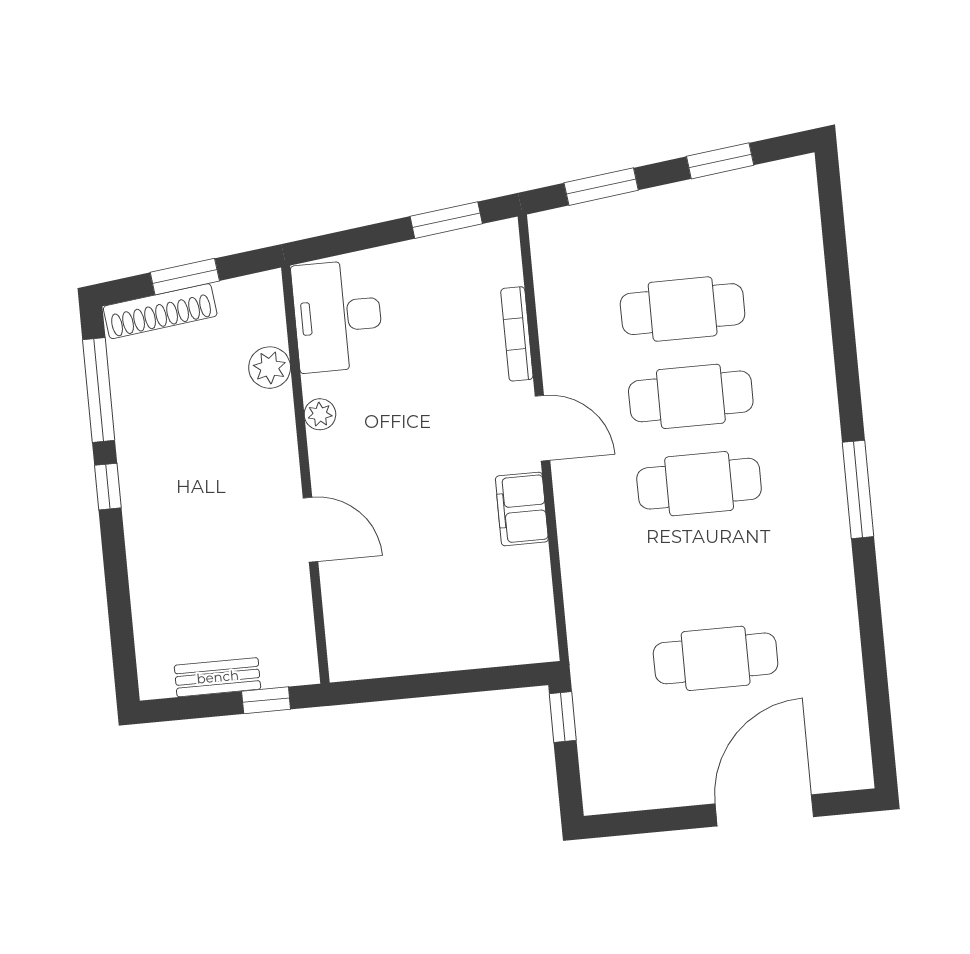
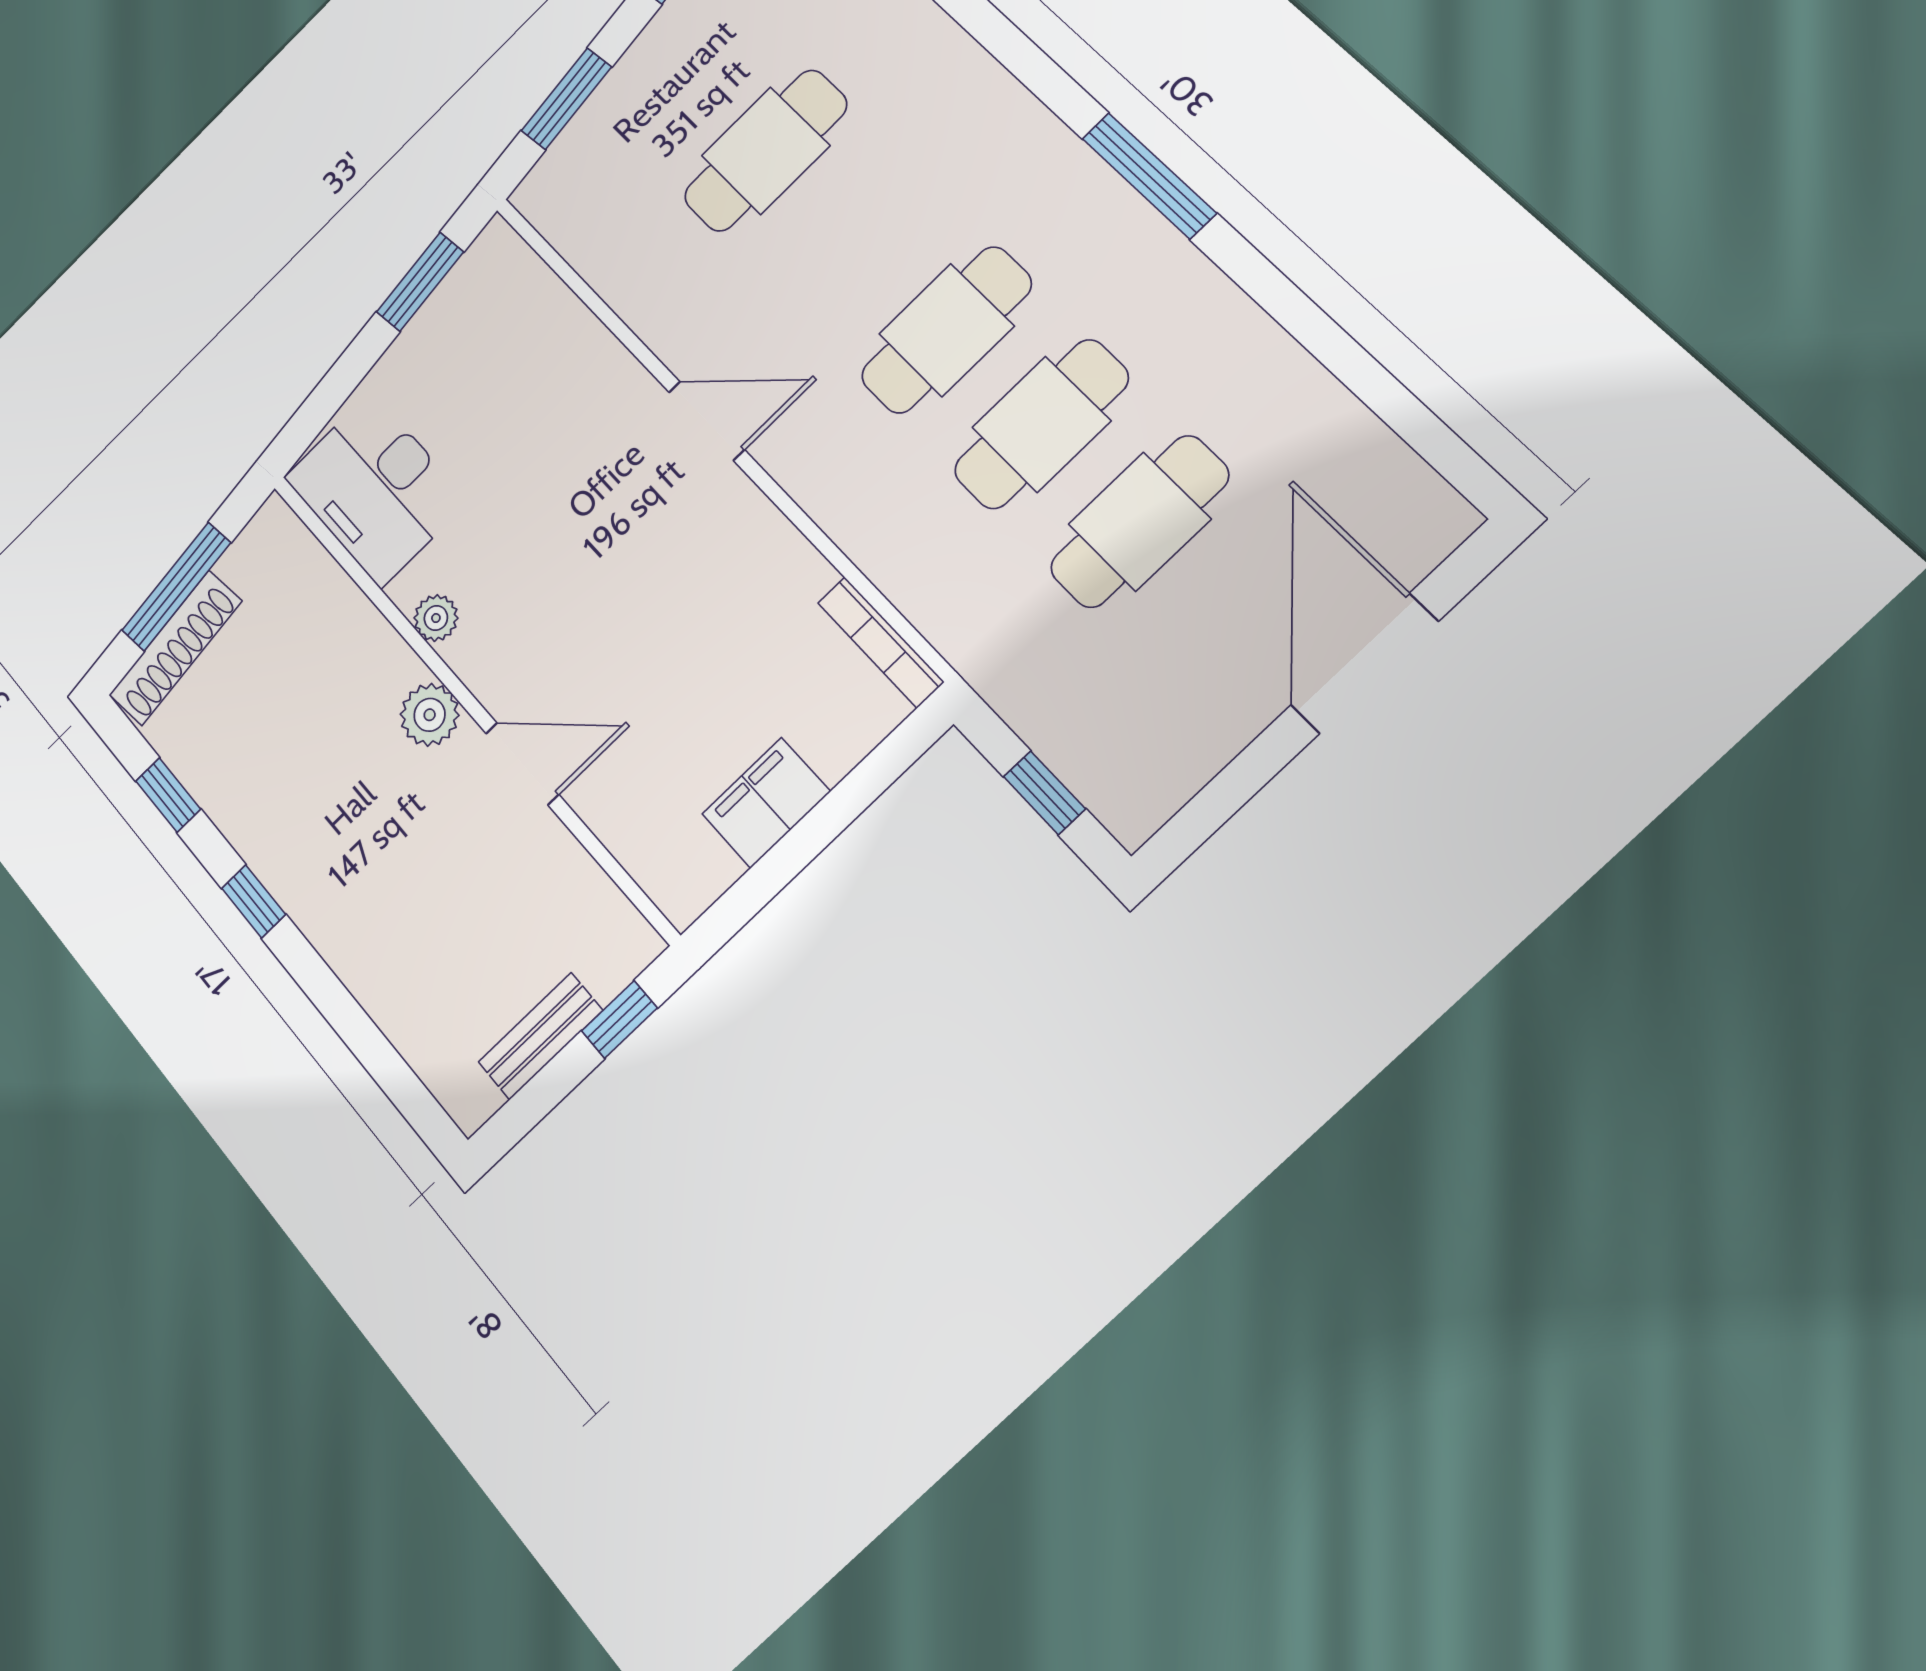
window: (185, 277) -> (176, 587), width x1.44
bookcase: (517, 334) -> (881, 642), moved
plant: (270, 368) -> (430, 715), moved
window: (99, 390) -> (168, 795), width x0.46
cafe table: (691, 396) -> (1041, 424), moved
filing cabinet: (522, 509) -> (766, 803), moved, turned 90
window: (563, 717) -> (1044, 793), moved

